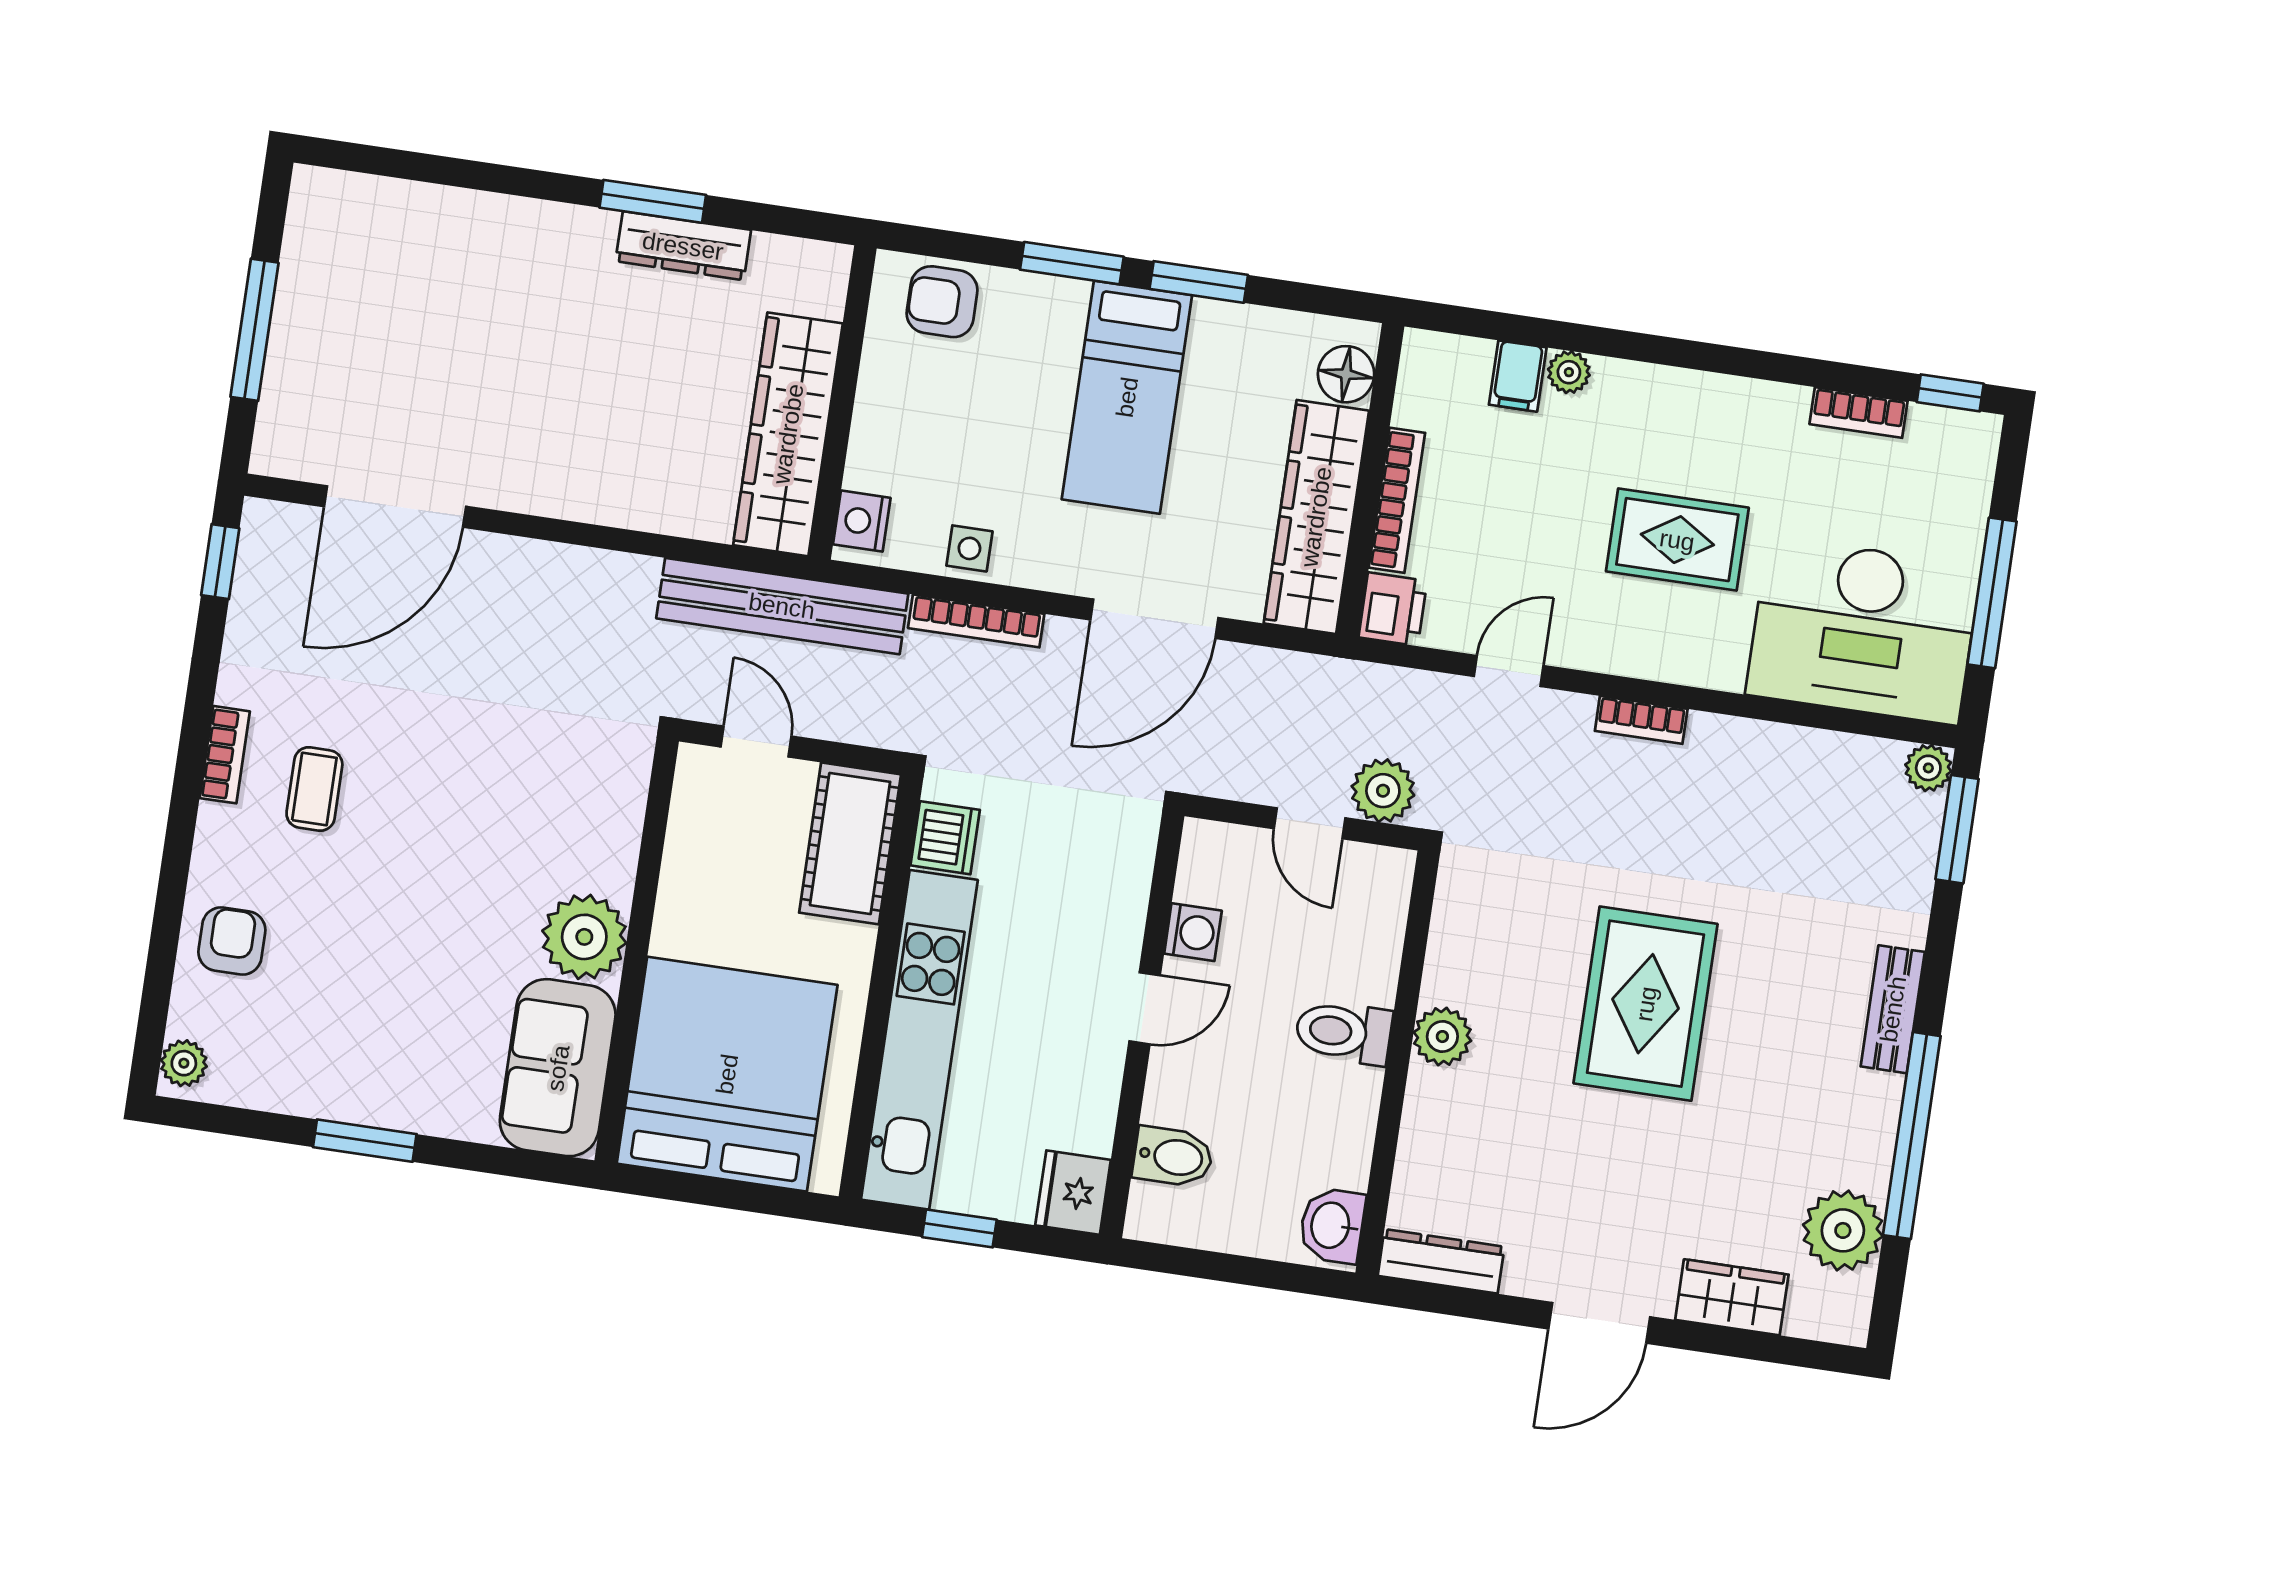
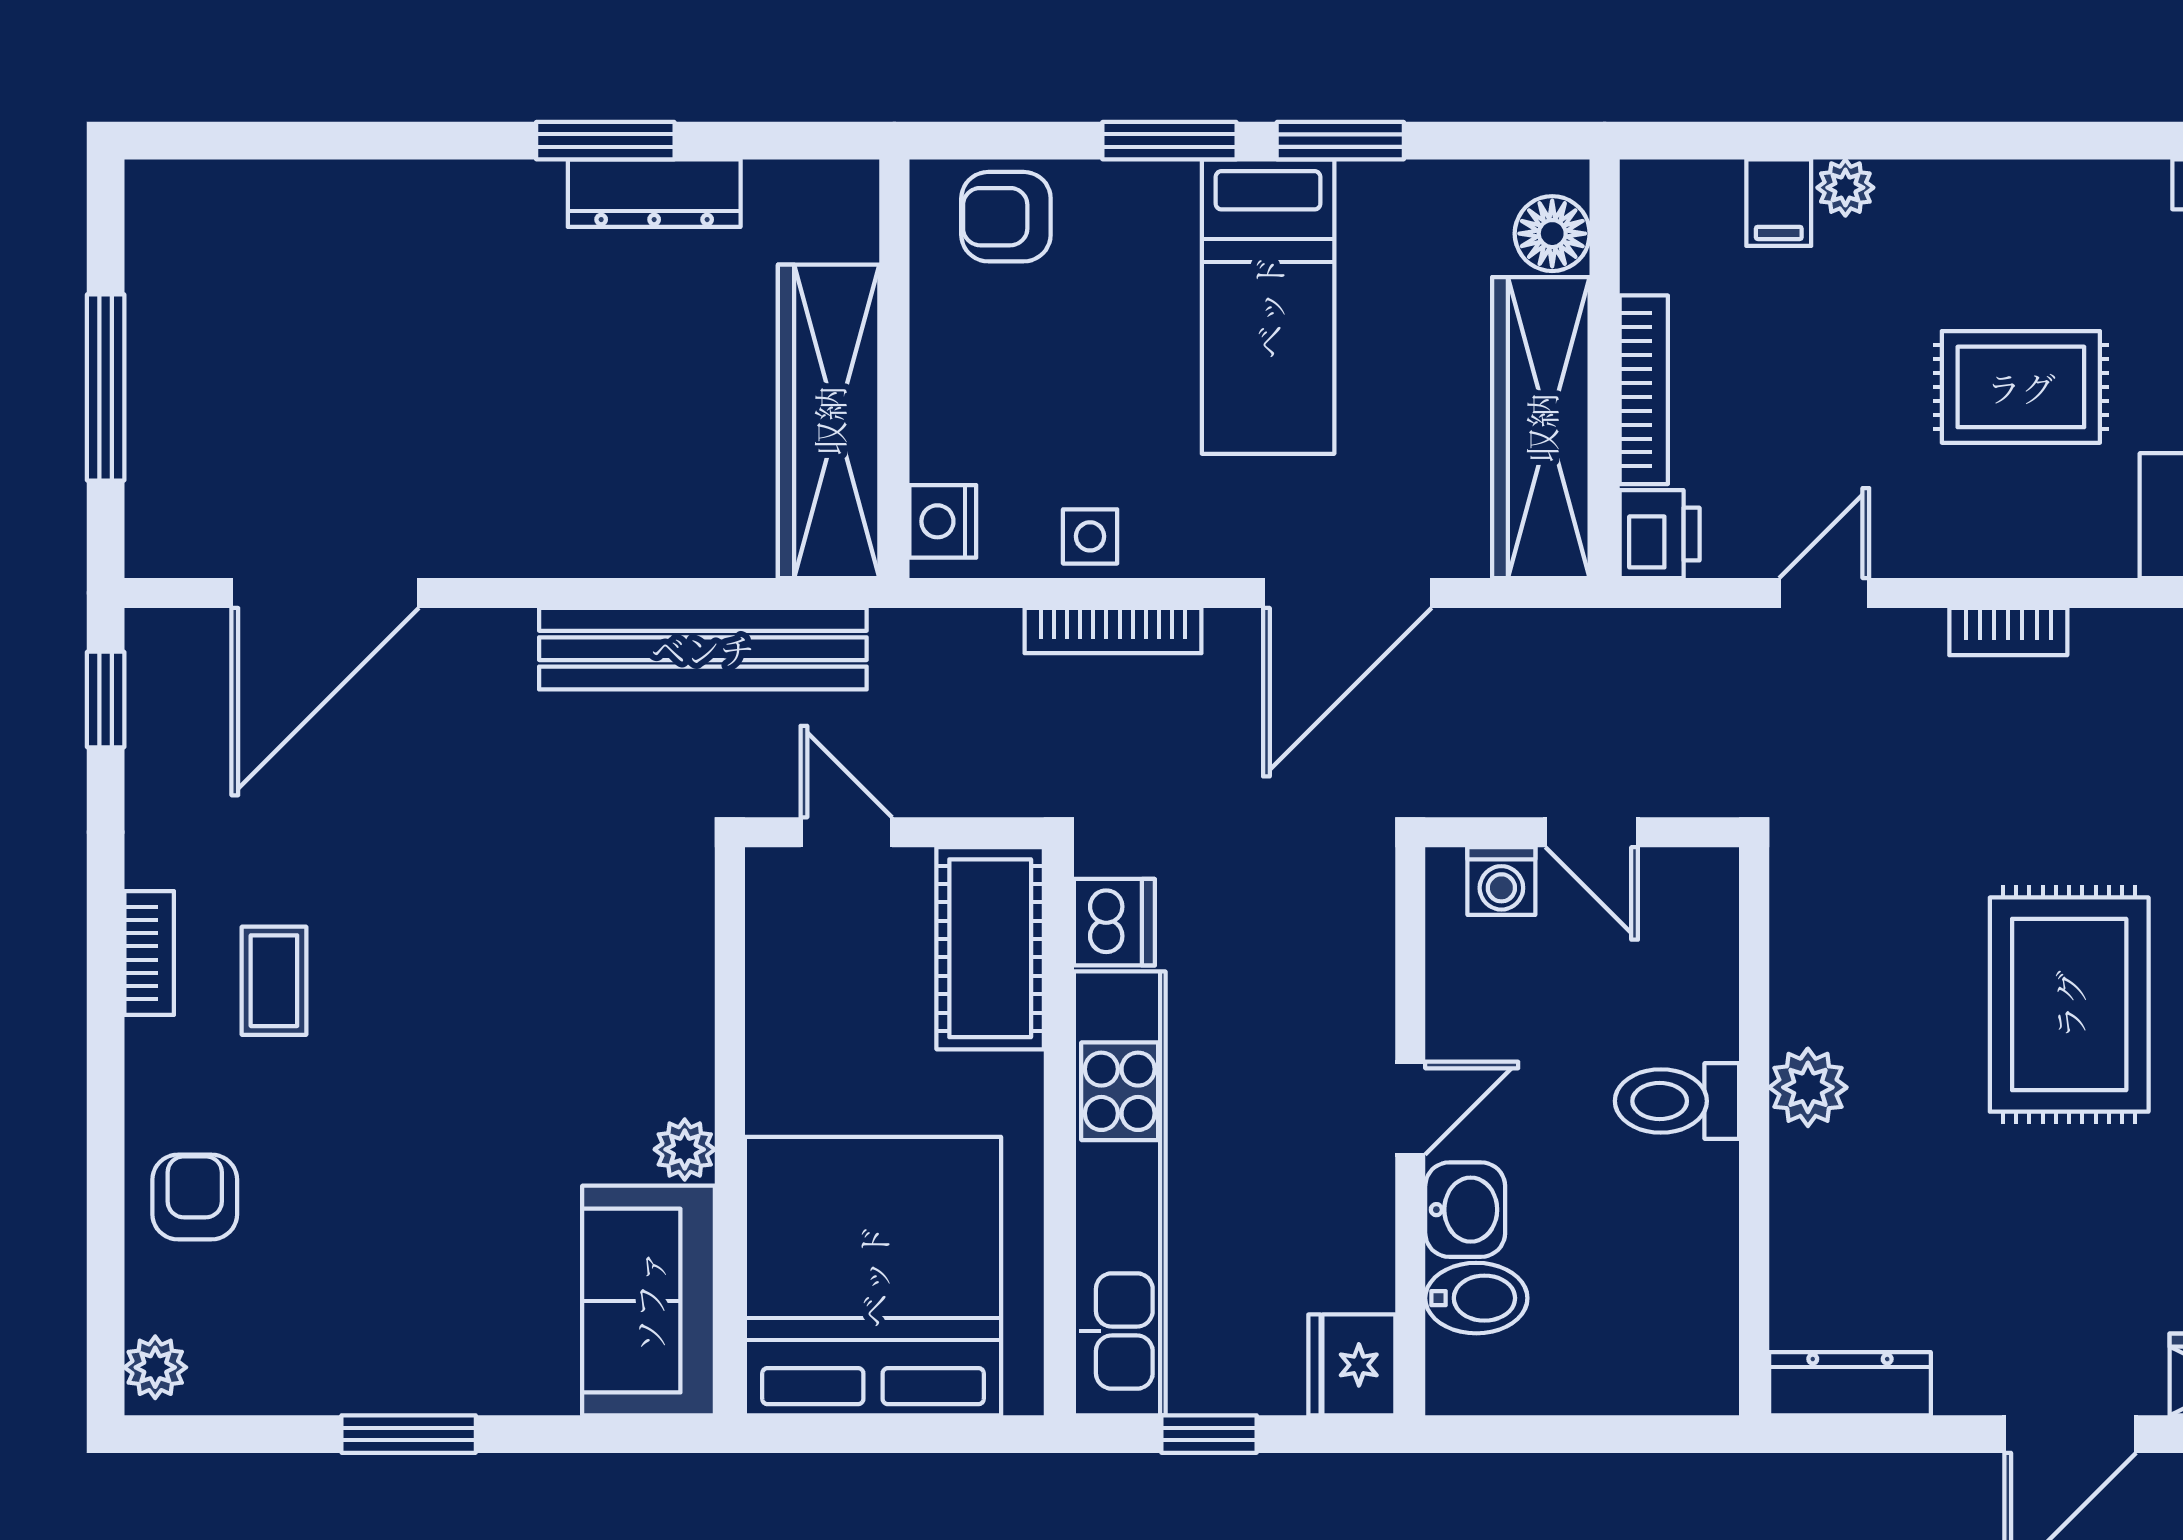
bench: (782, 606) -> (703, 649), moved
plant: (1383, 791) -> (1682, 775), removed
washing machine: (1193, 932) -> (1501, 881), moved, turned 90
plant: (584, 937) -> (685, 1149), width x0.53, depth x0.53
washbasin: (1332, 1225) -> (1465, 1210), moved, turned 180

